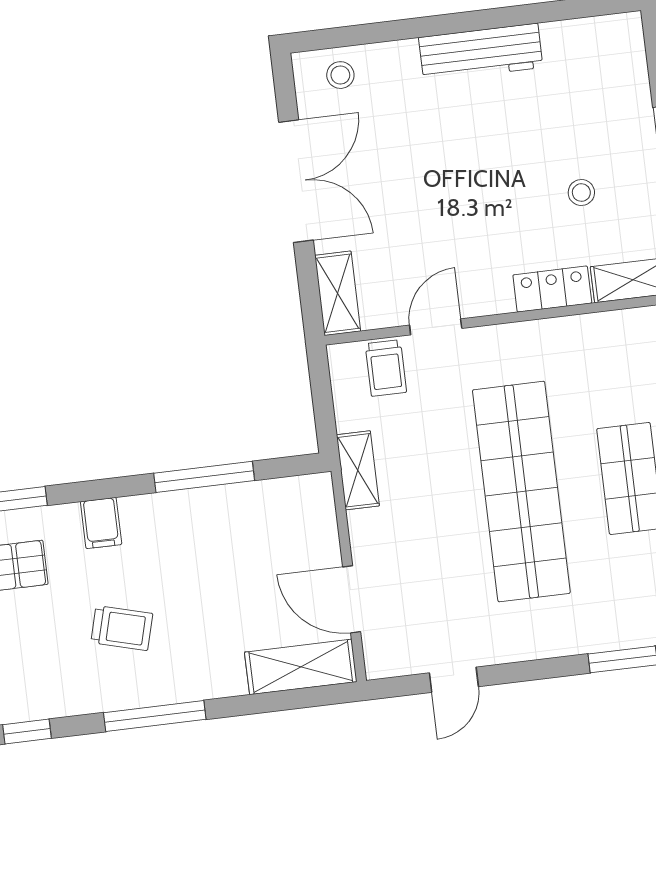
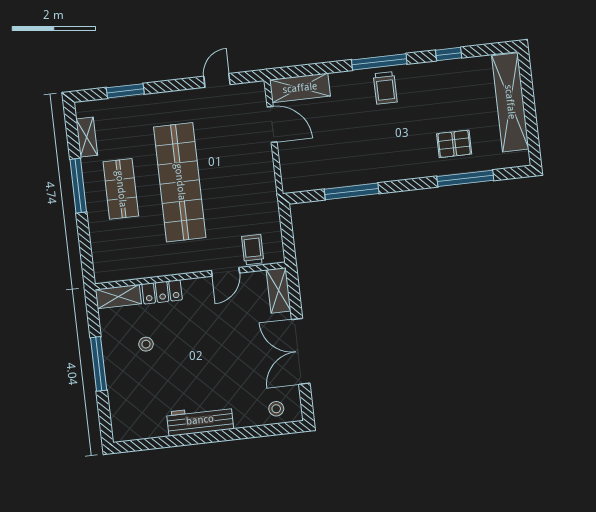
shelving: (358, 470) -> (268, 194), removed
filing cabinet: (101, 523) -> (408, 167), removed
trolley: (122, 628) -> (385, 88), moved, turned -105

